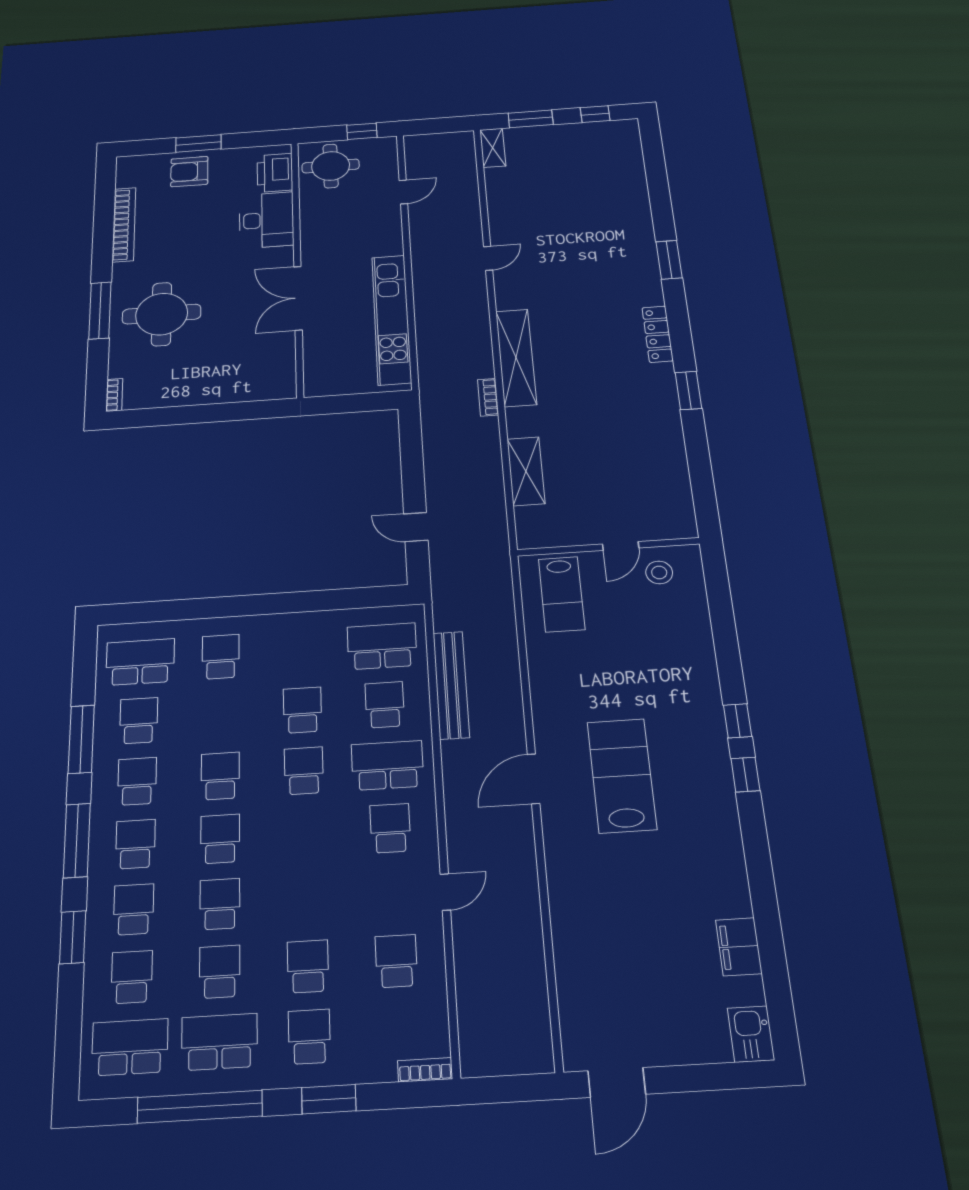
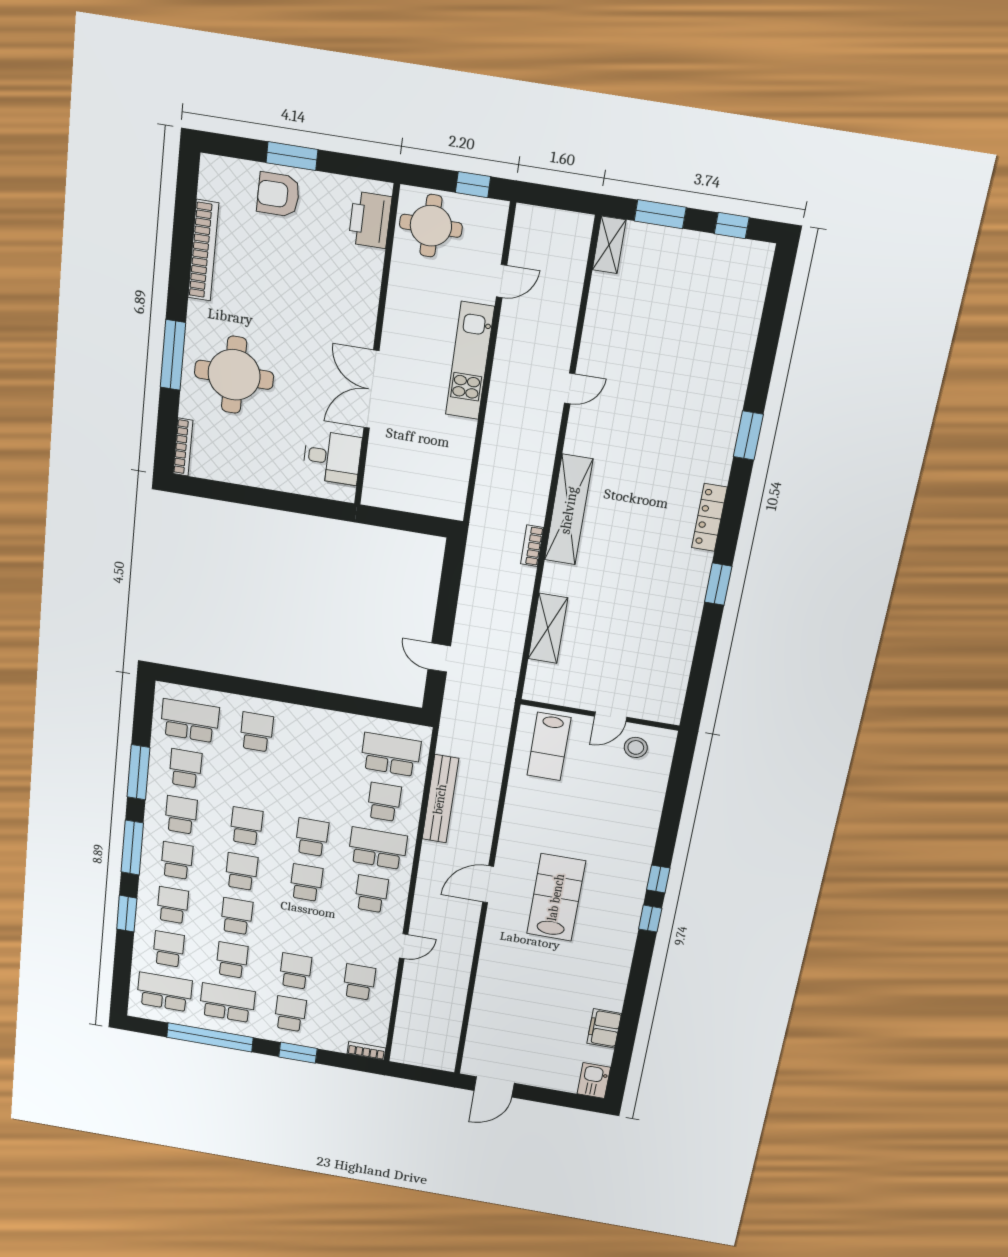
desk: (266, 220) -> (332, 457), moved, width x0.73
kitchen unit: (391, 319) -> (470, 361), moved, width x0.73
bookcase: (114, 395) -> (183, 447), width x1.56
school desk: (302, 710) -> (306, 883), moved

